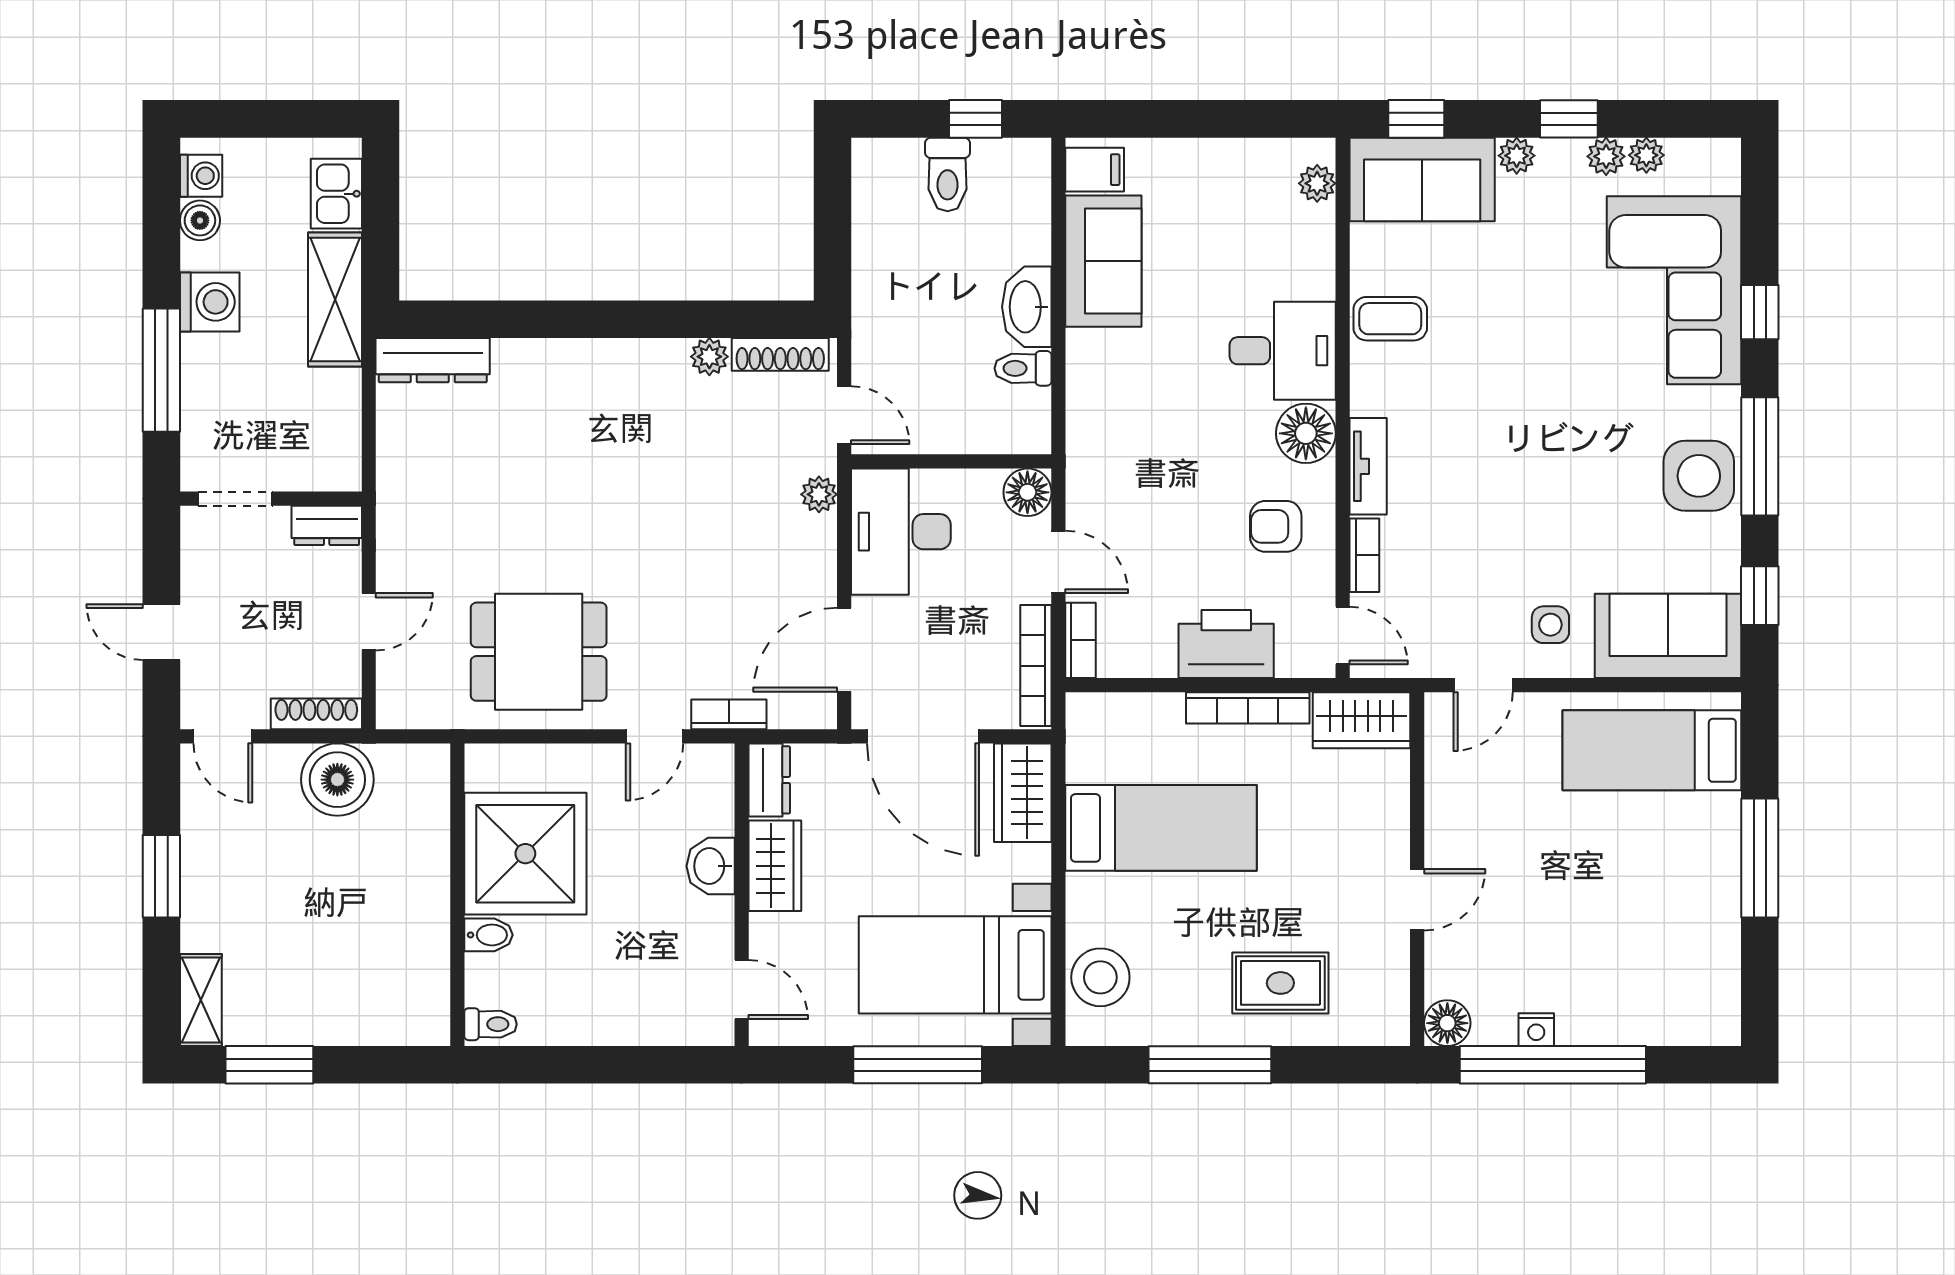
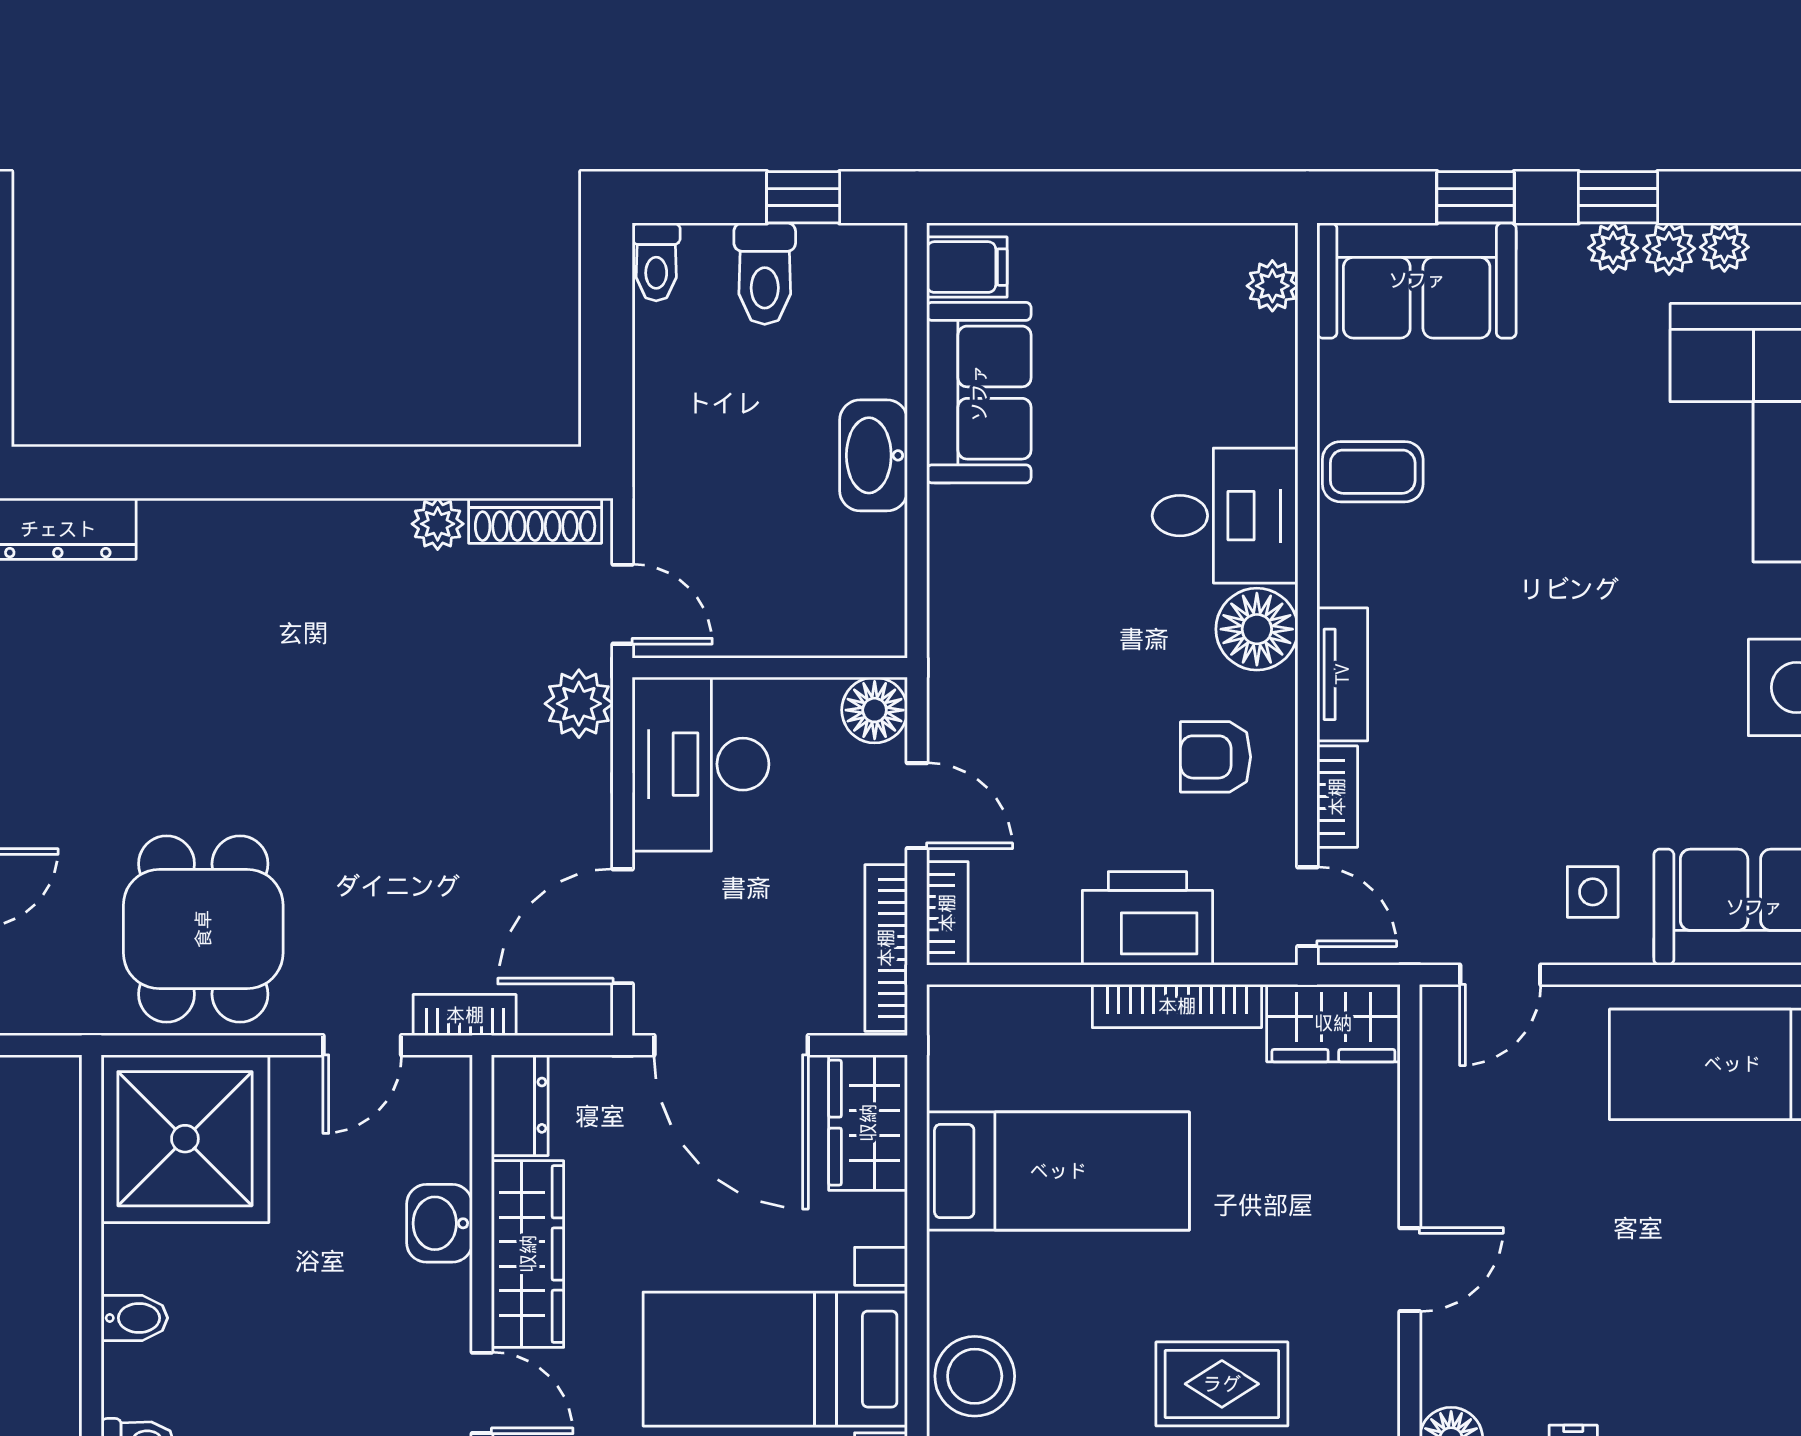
window: (1416, 119) -> (1475, 197), moved
plant: (1517, 156) -> (1613, 248), moved
toilet: (1023, 368) -> (656, 262), moved, turned -90
plant: (819, 494) -> (579, 704), width x1.38, depth x1.38
dining table: (539, 652) -> (203, 929), turned 90
shower: (525, 854) -> (185, 1139), moved
wardrobe: (775, 866) -> (528, 1254), width x1.50

